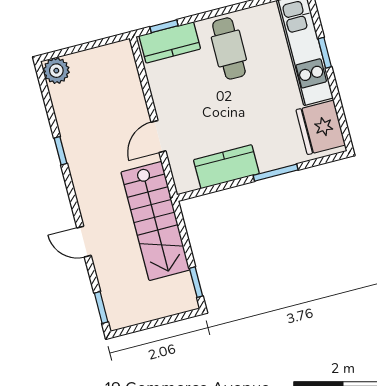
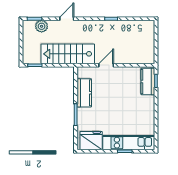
cafe table: (229, 48) -> (138, 108), removed
plant: (56, 71) -> (42, 26), moved
door: (158, 136) -> (106, 65), hinge flipped

